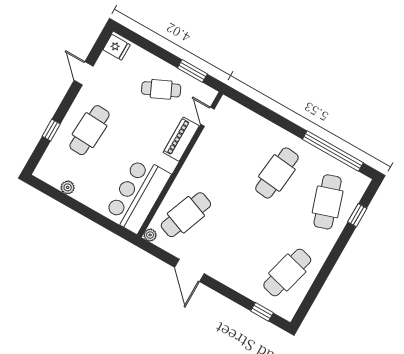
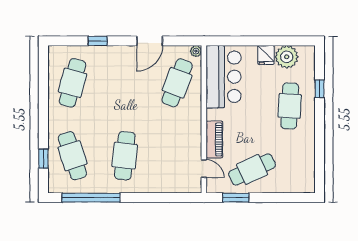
fridge: (117, 47) -> (266, 55), moved, turned -90
door: (84, 73) -> (320, 148), removed
cafe table: (161, 89) -> (252, 169), width x1.37, depth x1.35
plant: (68, 187) -> (287, 57), width x1.87, depth x1.87
door: (189, 270) -> (150, 41), swing flipped
window: (262, 312) -> (98, 41), moved

